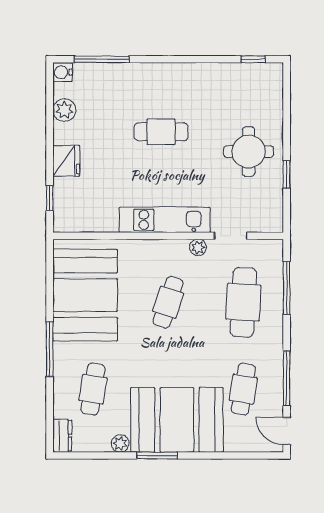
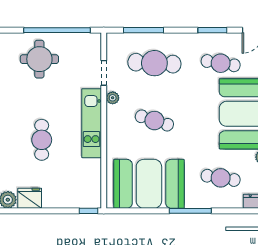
cafe table: (161, 132) -> (42, 140), moved
fridge: (66, 161) -> (30, 198), moved
window: (287, 175) -> (57, 30), width x3.17
window: (50, 198) -> (89, 211), moved
window: (287, 378) -> (212, 30), width x0.69

